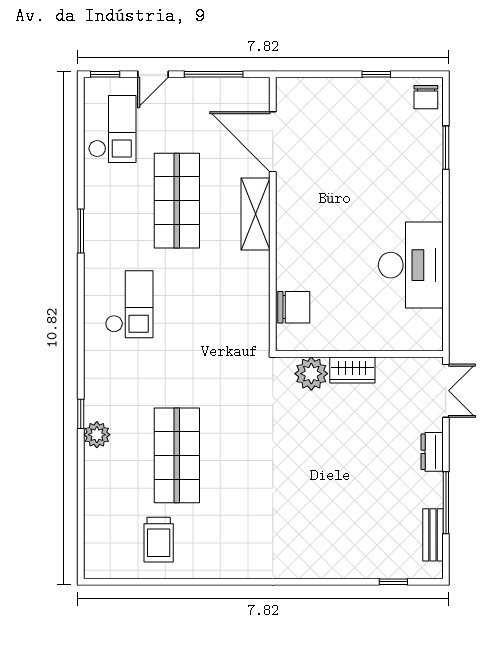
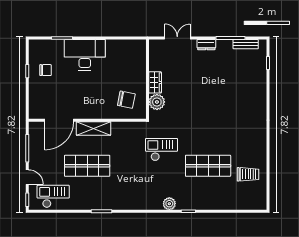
chair: (426, 97) -> (45, 70), moved
desk: (411, 265) -> (85, 55), moved
checkout: (129, 304) -> (162, 149), moved
chair: (294, 307) -> (126, 100), moved, turned 101
wall: (359, 354) -> (148, 79), moved
wardrobe: (352, 370) -> (155, 82), moved
plant: (311, 374) -> (157, 102), moved
plant: (97, 435) -> (169, 204), moved

